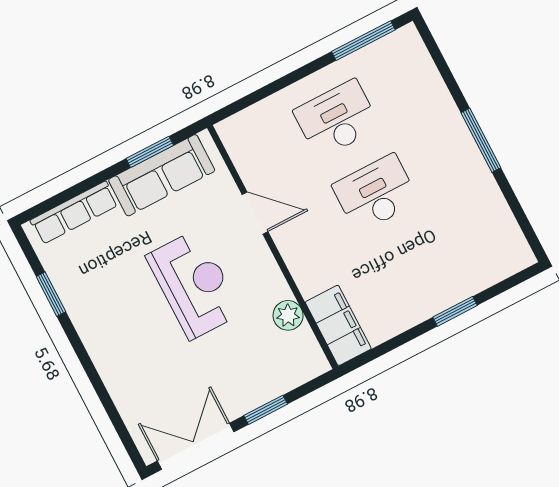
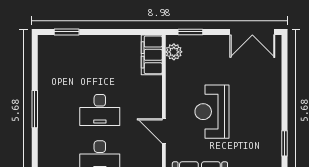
window: (455, 311) -> (67, 32), moved
plant: (288, 315) -> (174, 52), moved
window: (266, 410) -> (190, 32), moved

